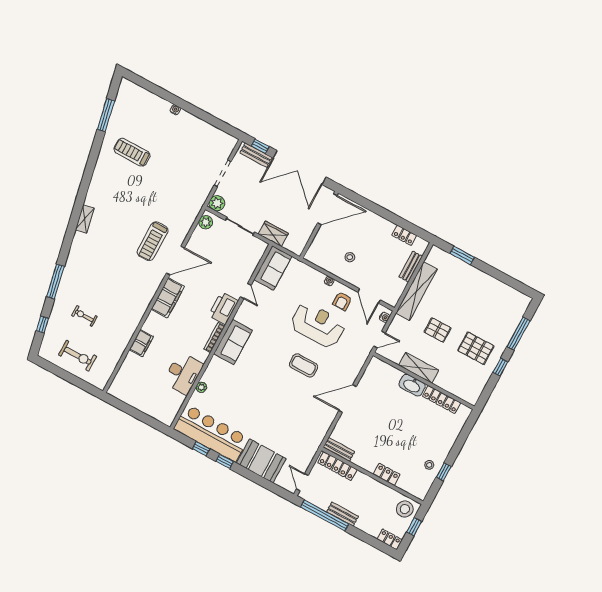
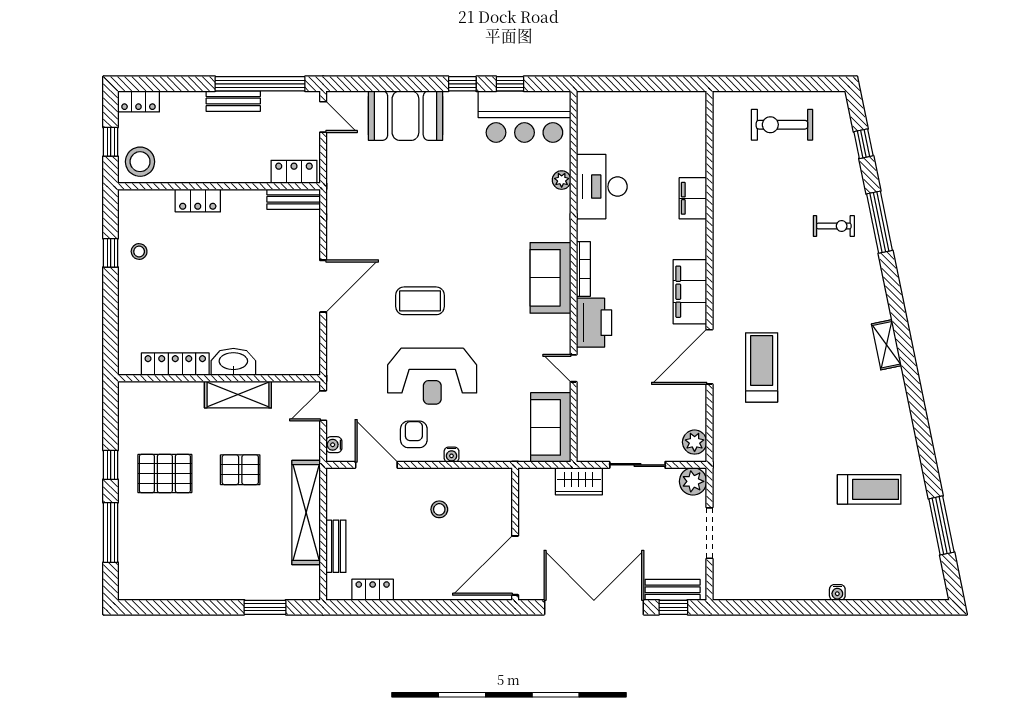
exercise bike: (84, 316) -> (834, 226), moved
bar counter: (211, 433) -> (524, 117), width x0.73
locker: (337, 466) -> (294, 172), width x0.66

